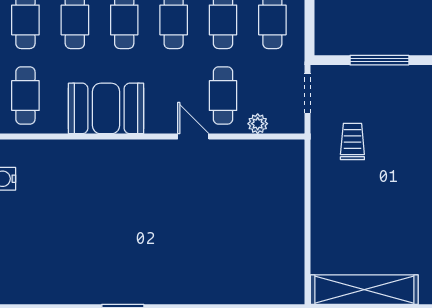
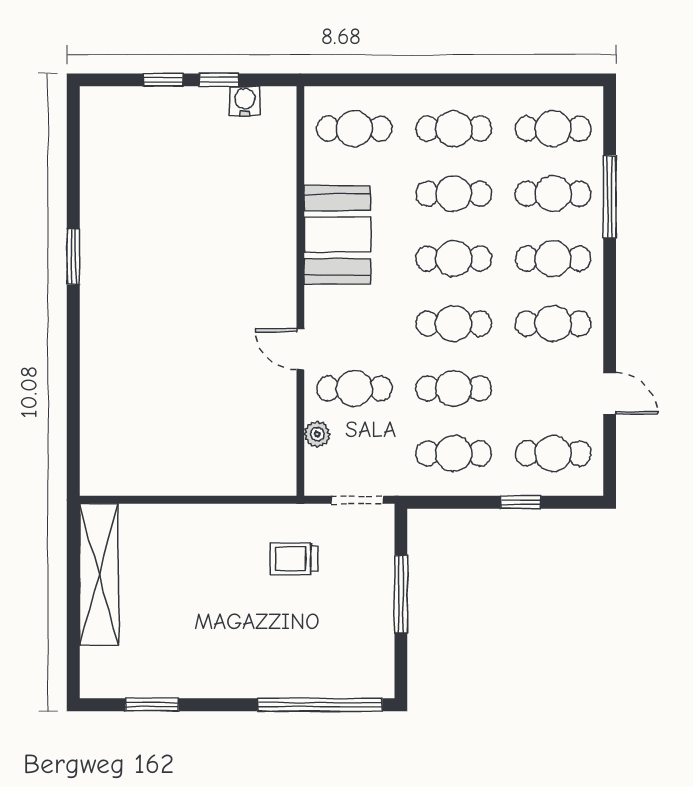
door: (193, 137) -> (300, 349), swing flipped
trolley: (352, 141) -> (294, 559), turned 180

